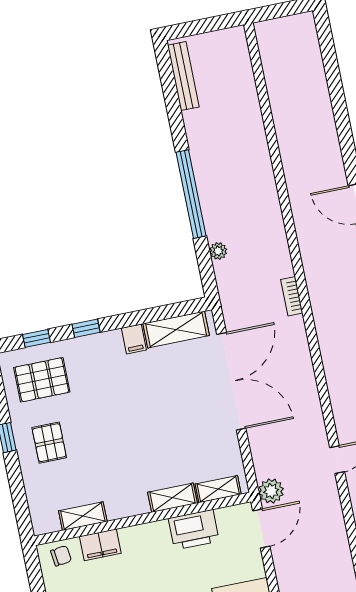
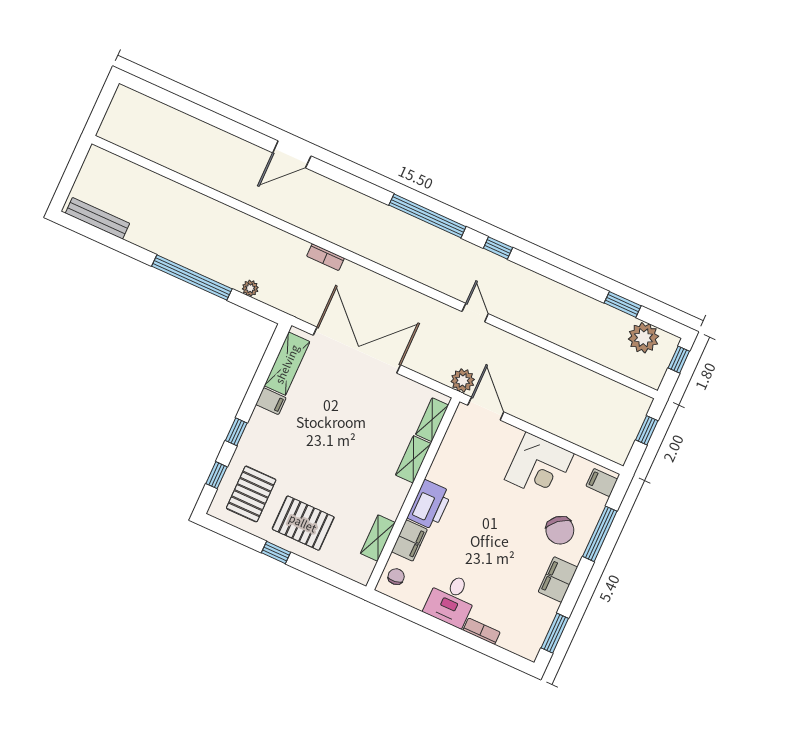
pallet: (49, 443) -> (303, 523), width x1.50, depth x1.42
printer: (194, 530) -> (430, 505), moved

